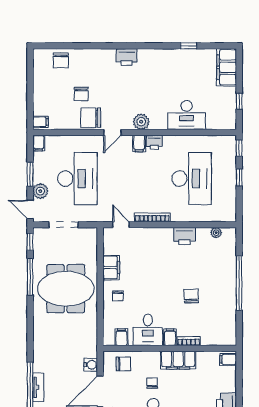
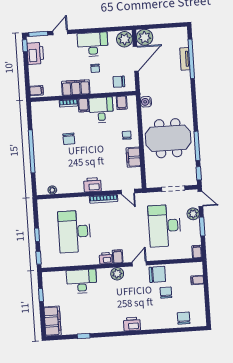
filing cabinet: (40, 122) -> (197, 280), moved
printer: (185, 236) -> (92, 185), moved
water cooler: (91, 365) -> (146, 102), moved

